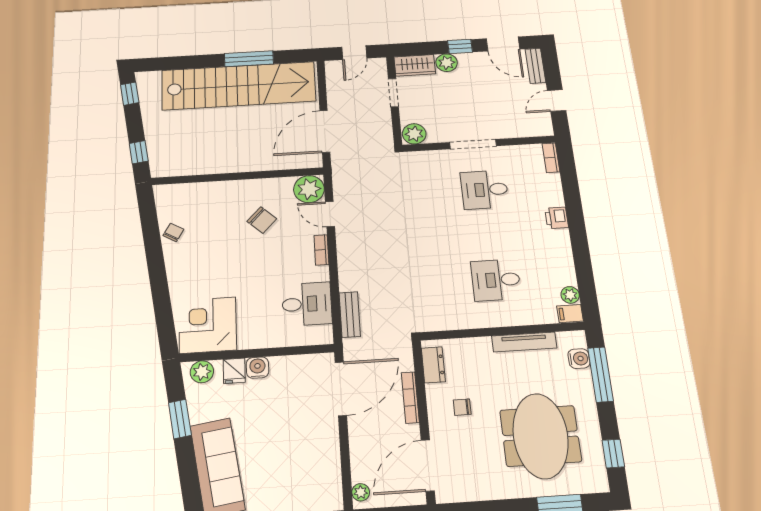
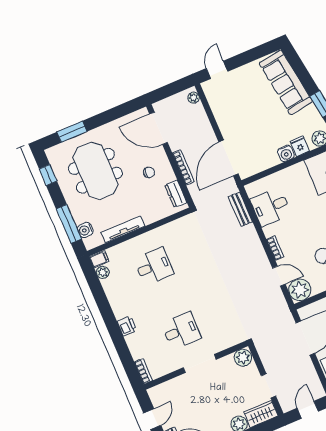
door: (428, 465) -> (159, 128), swing flipped

